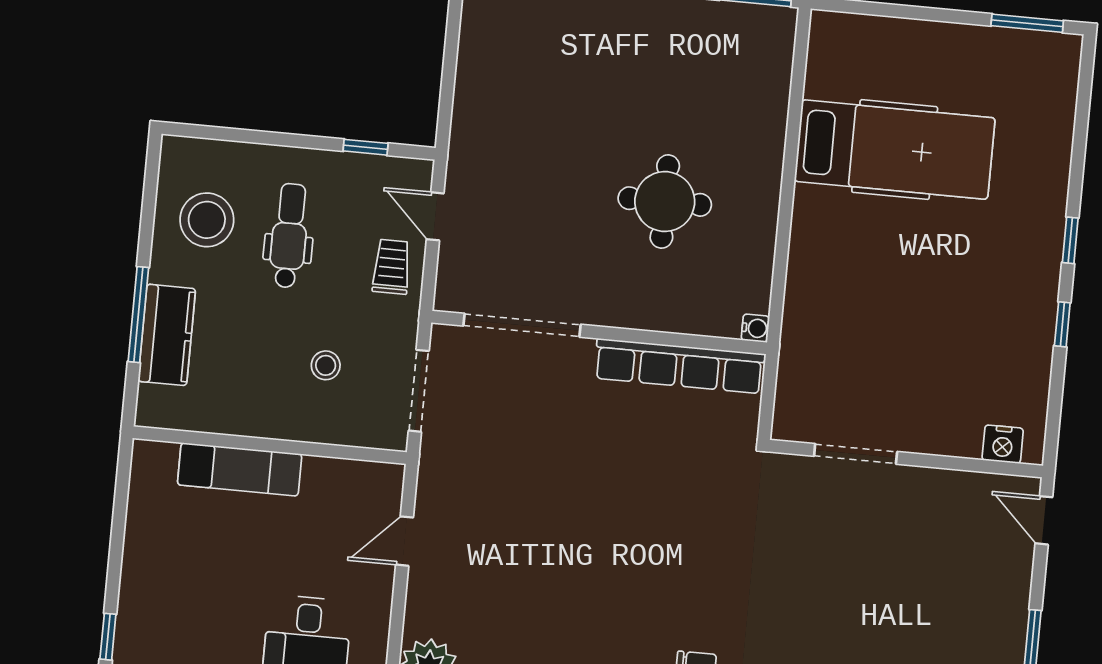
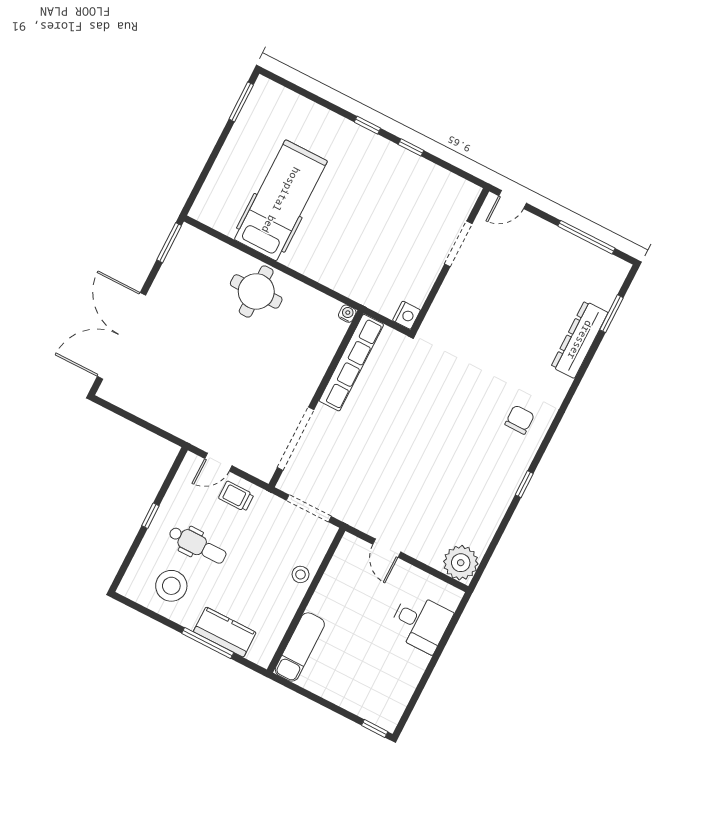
window: (366, 147) -> (150, 516), moved
round table: (665, 202) -> (256, 291), moved
dental chair: (289, 236) -> (197, 545), turned 180
stool: (326, 365) -> (301, 574), moved
nightstand: (1003, 444) -> (406, 315), moved
doorway: (856, 454) -> (458, 244), moved
exam couch: (240, 469) -> (300, 647), moved

